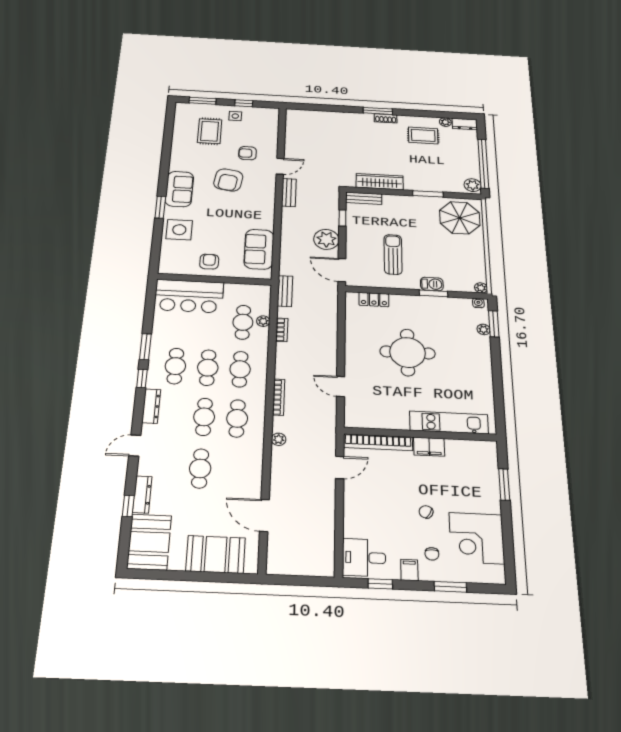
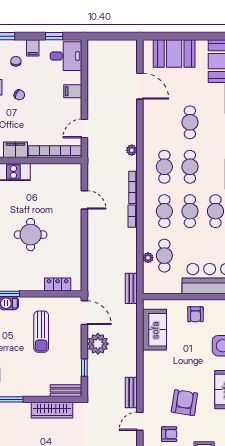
bookcase: (282, 330) -> (133, 216), moved
round table: (408, 352) -> (31, 235), width x0.73, depth x0.73
filing cabinet: (355, 513) -> (73, 91), added

